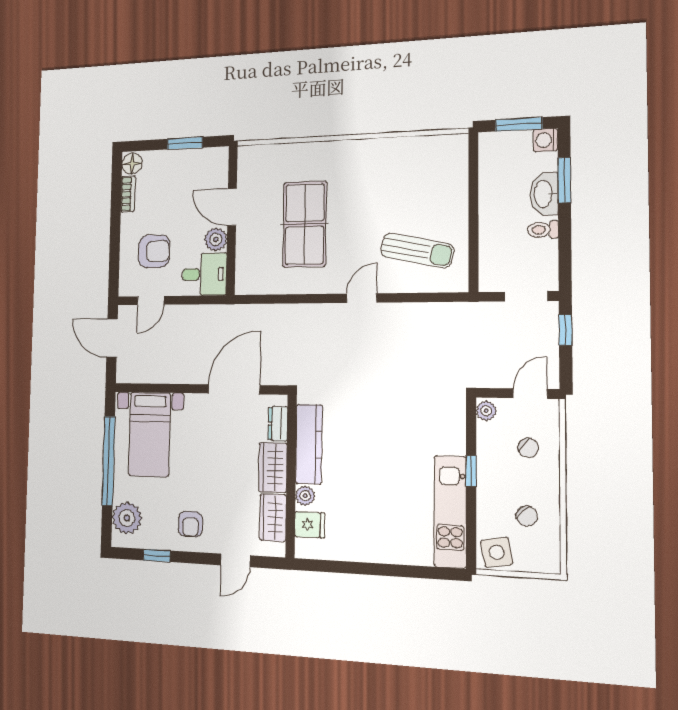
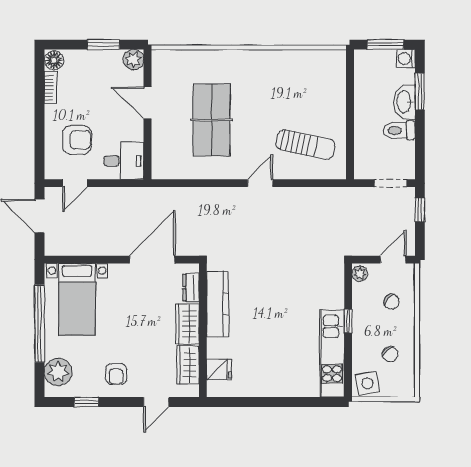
toilet: (543, 230) -> (399, 130), width x1.37, depth x1.39
plant: (216, 239) -> (133, 60), moved
plant: (305, 496) -> (215, 346), removed

